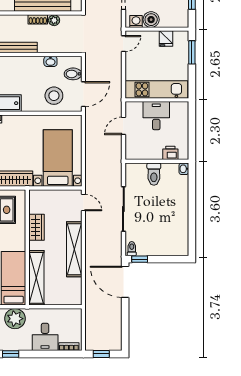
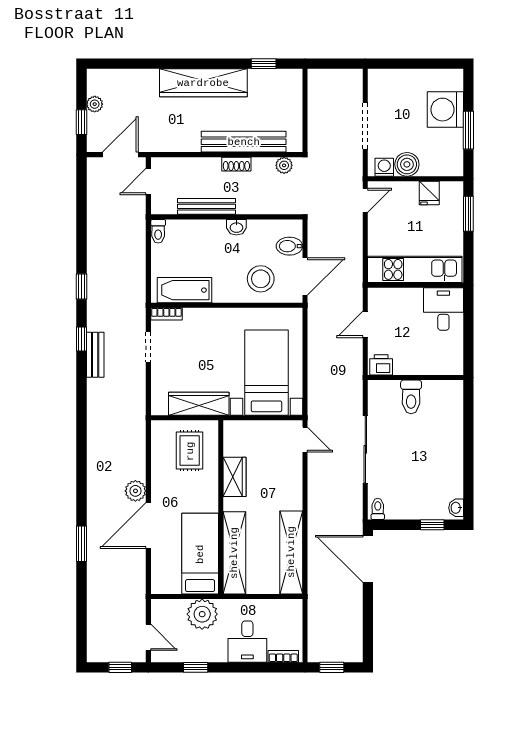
plant: (54, 20) -> (284, 165), moved
washbasin: (50, 61) -> (236, 227), moved
desk: (156, 116) -> (443, 309), moved
printer: (170, 153) -> (381, 365), moved
washbasin: (184, 169) -> (456, 508), moved
shelving: (74, 249) -> (291, 552), moved
window: (140, 259) -> (432, 525), moved

